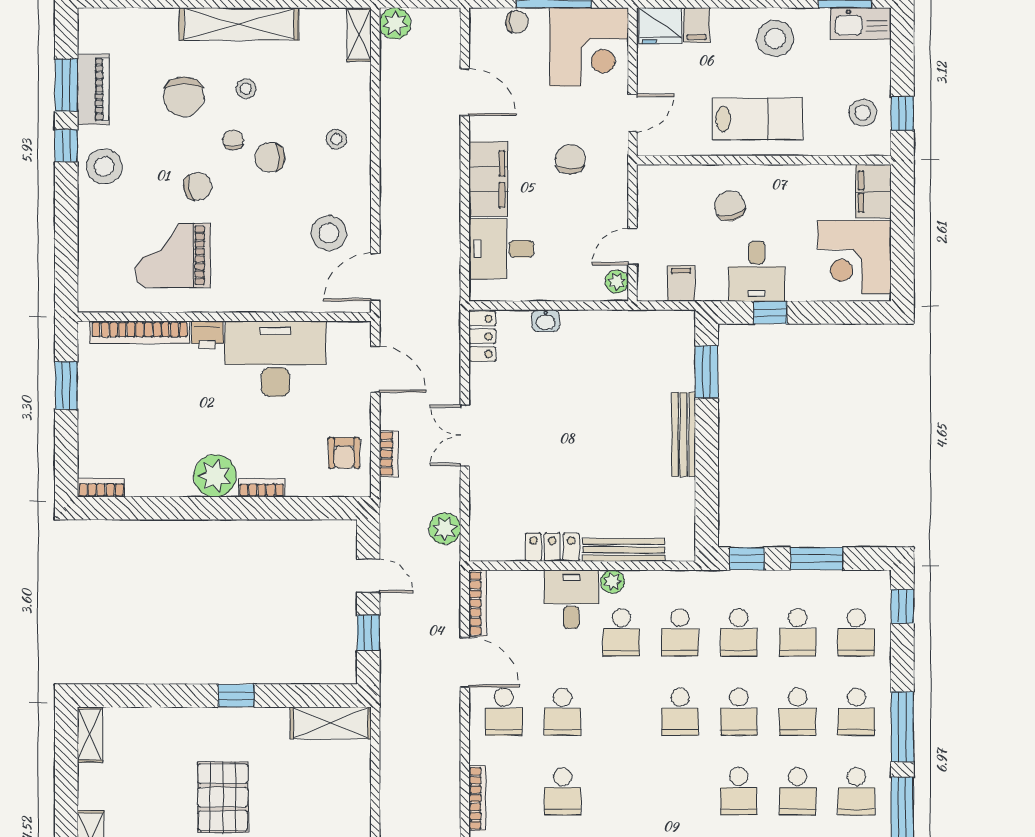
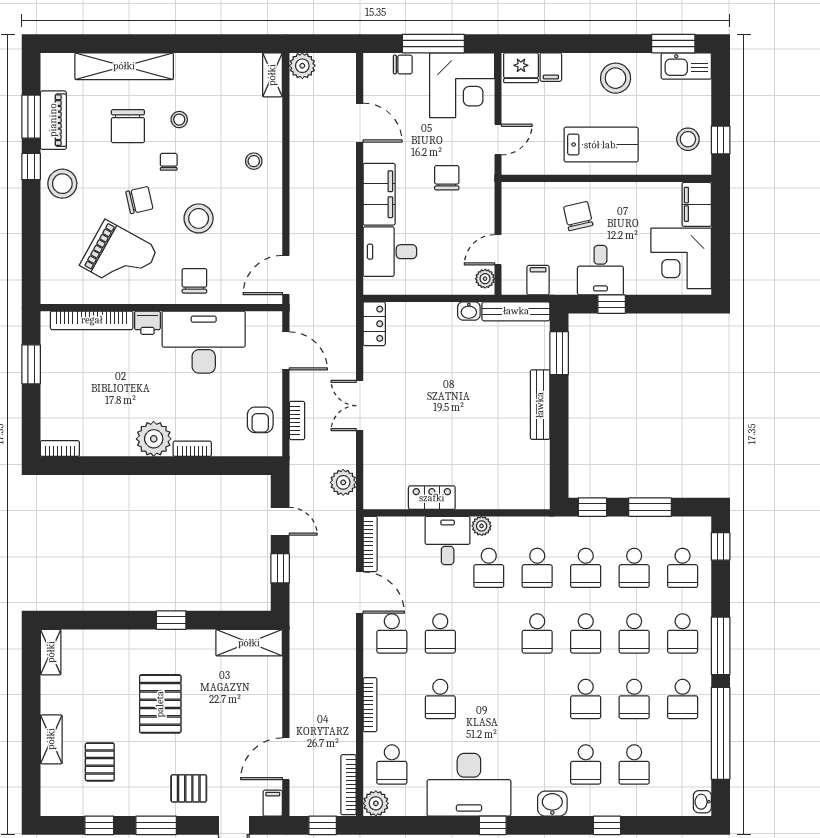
shelving: (239, 24) -> (124, 66), moved
chair: (270, 157) -> (194, 281), moved, turned 90
stool: (329, 233) -> (199, 218), moved
grand piano: (173, 255) -> (119, 257), turned -151
washbasin: (546, 321) -> (469, 311), moved
bench: (624, 550) -> (516, 311), moved

